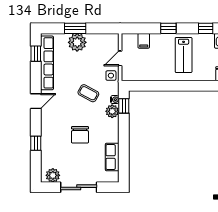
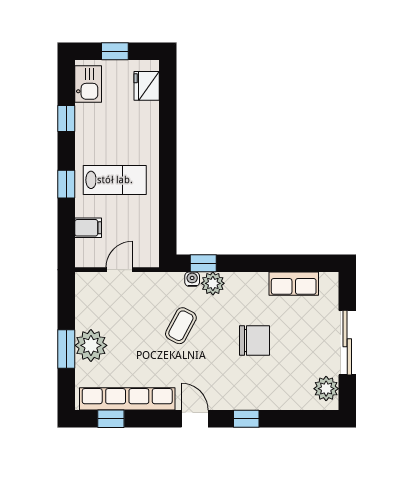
lab bench: (184, 55) -> (115, 180), moved
door: (120, 58) -> (119, 270), swing flipped
side table: (111, 76) -> (150, 286), removed
window: (36, 143) -> (246, 419), moved

